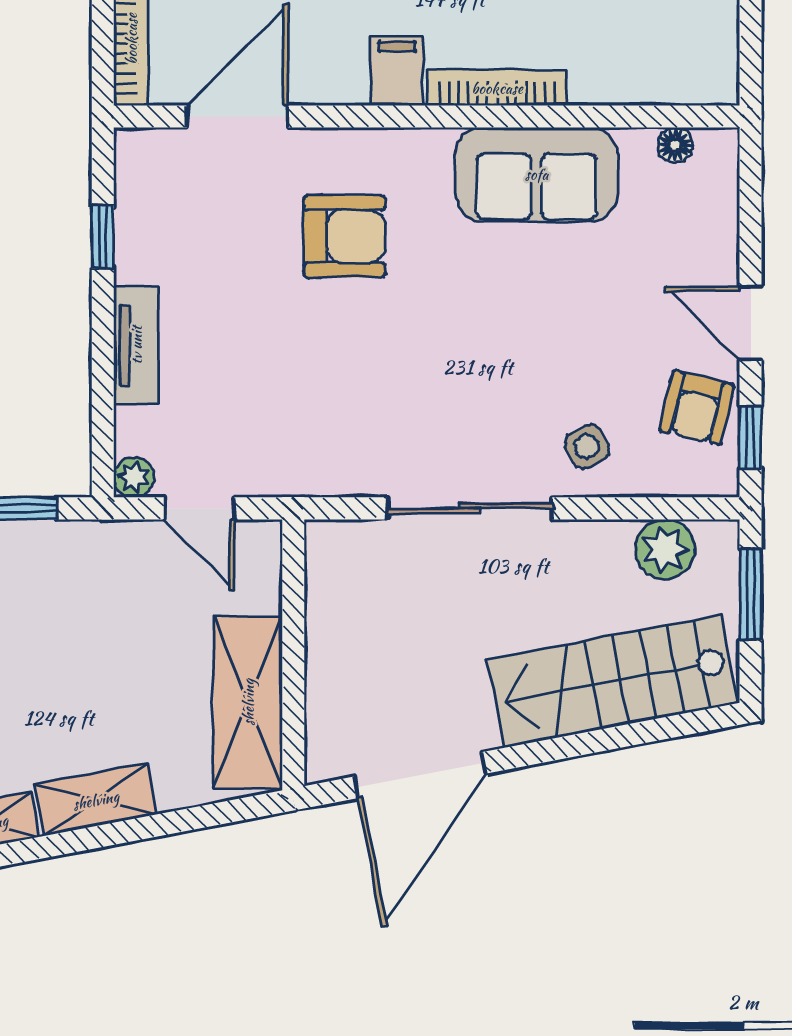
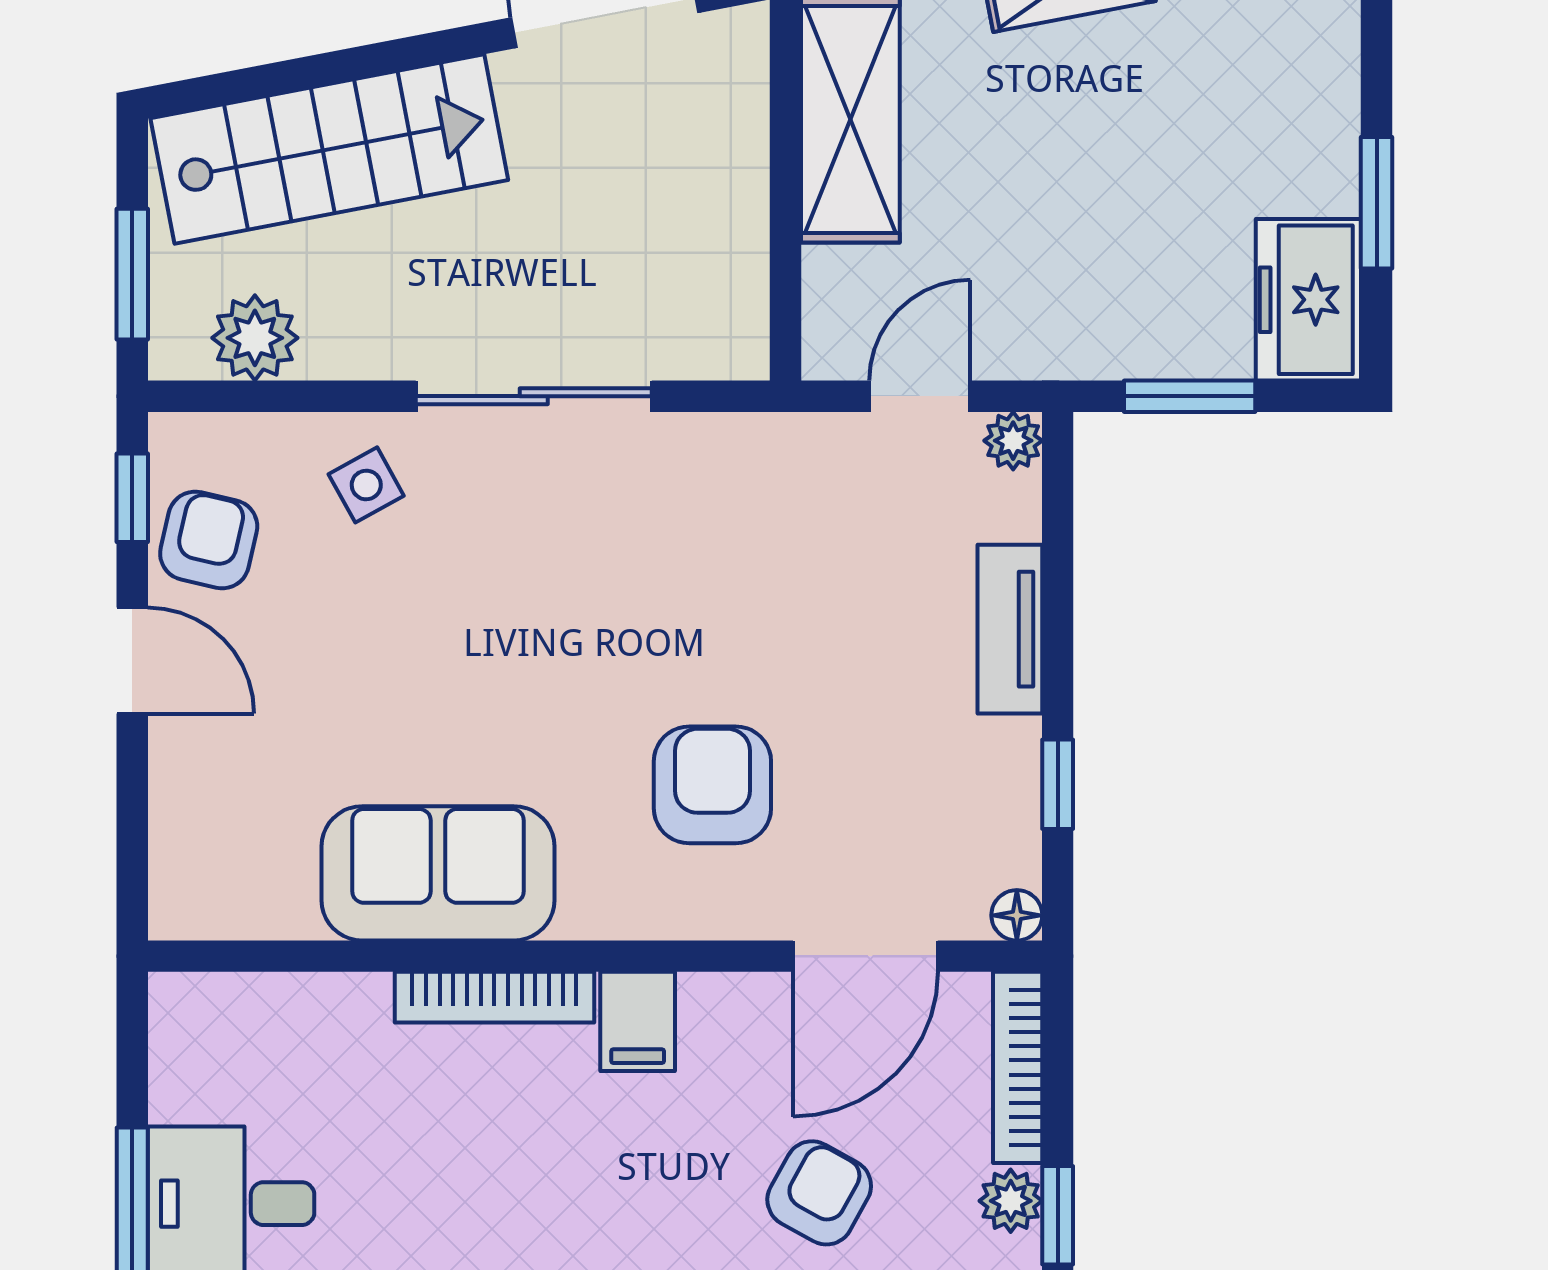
floor lamp: (675, 145) -> (1017, 915), moved
armchair: (344, 236) -> (712, 785), turned 90
door: (199, 508) -> (920, 396), hinge flipped

